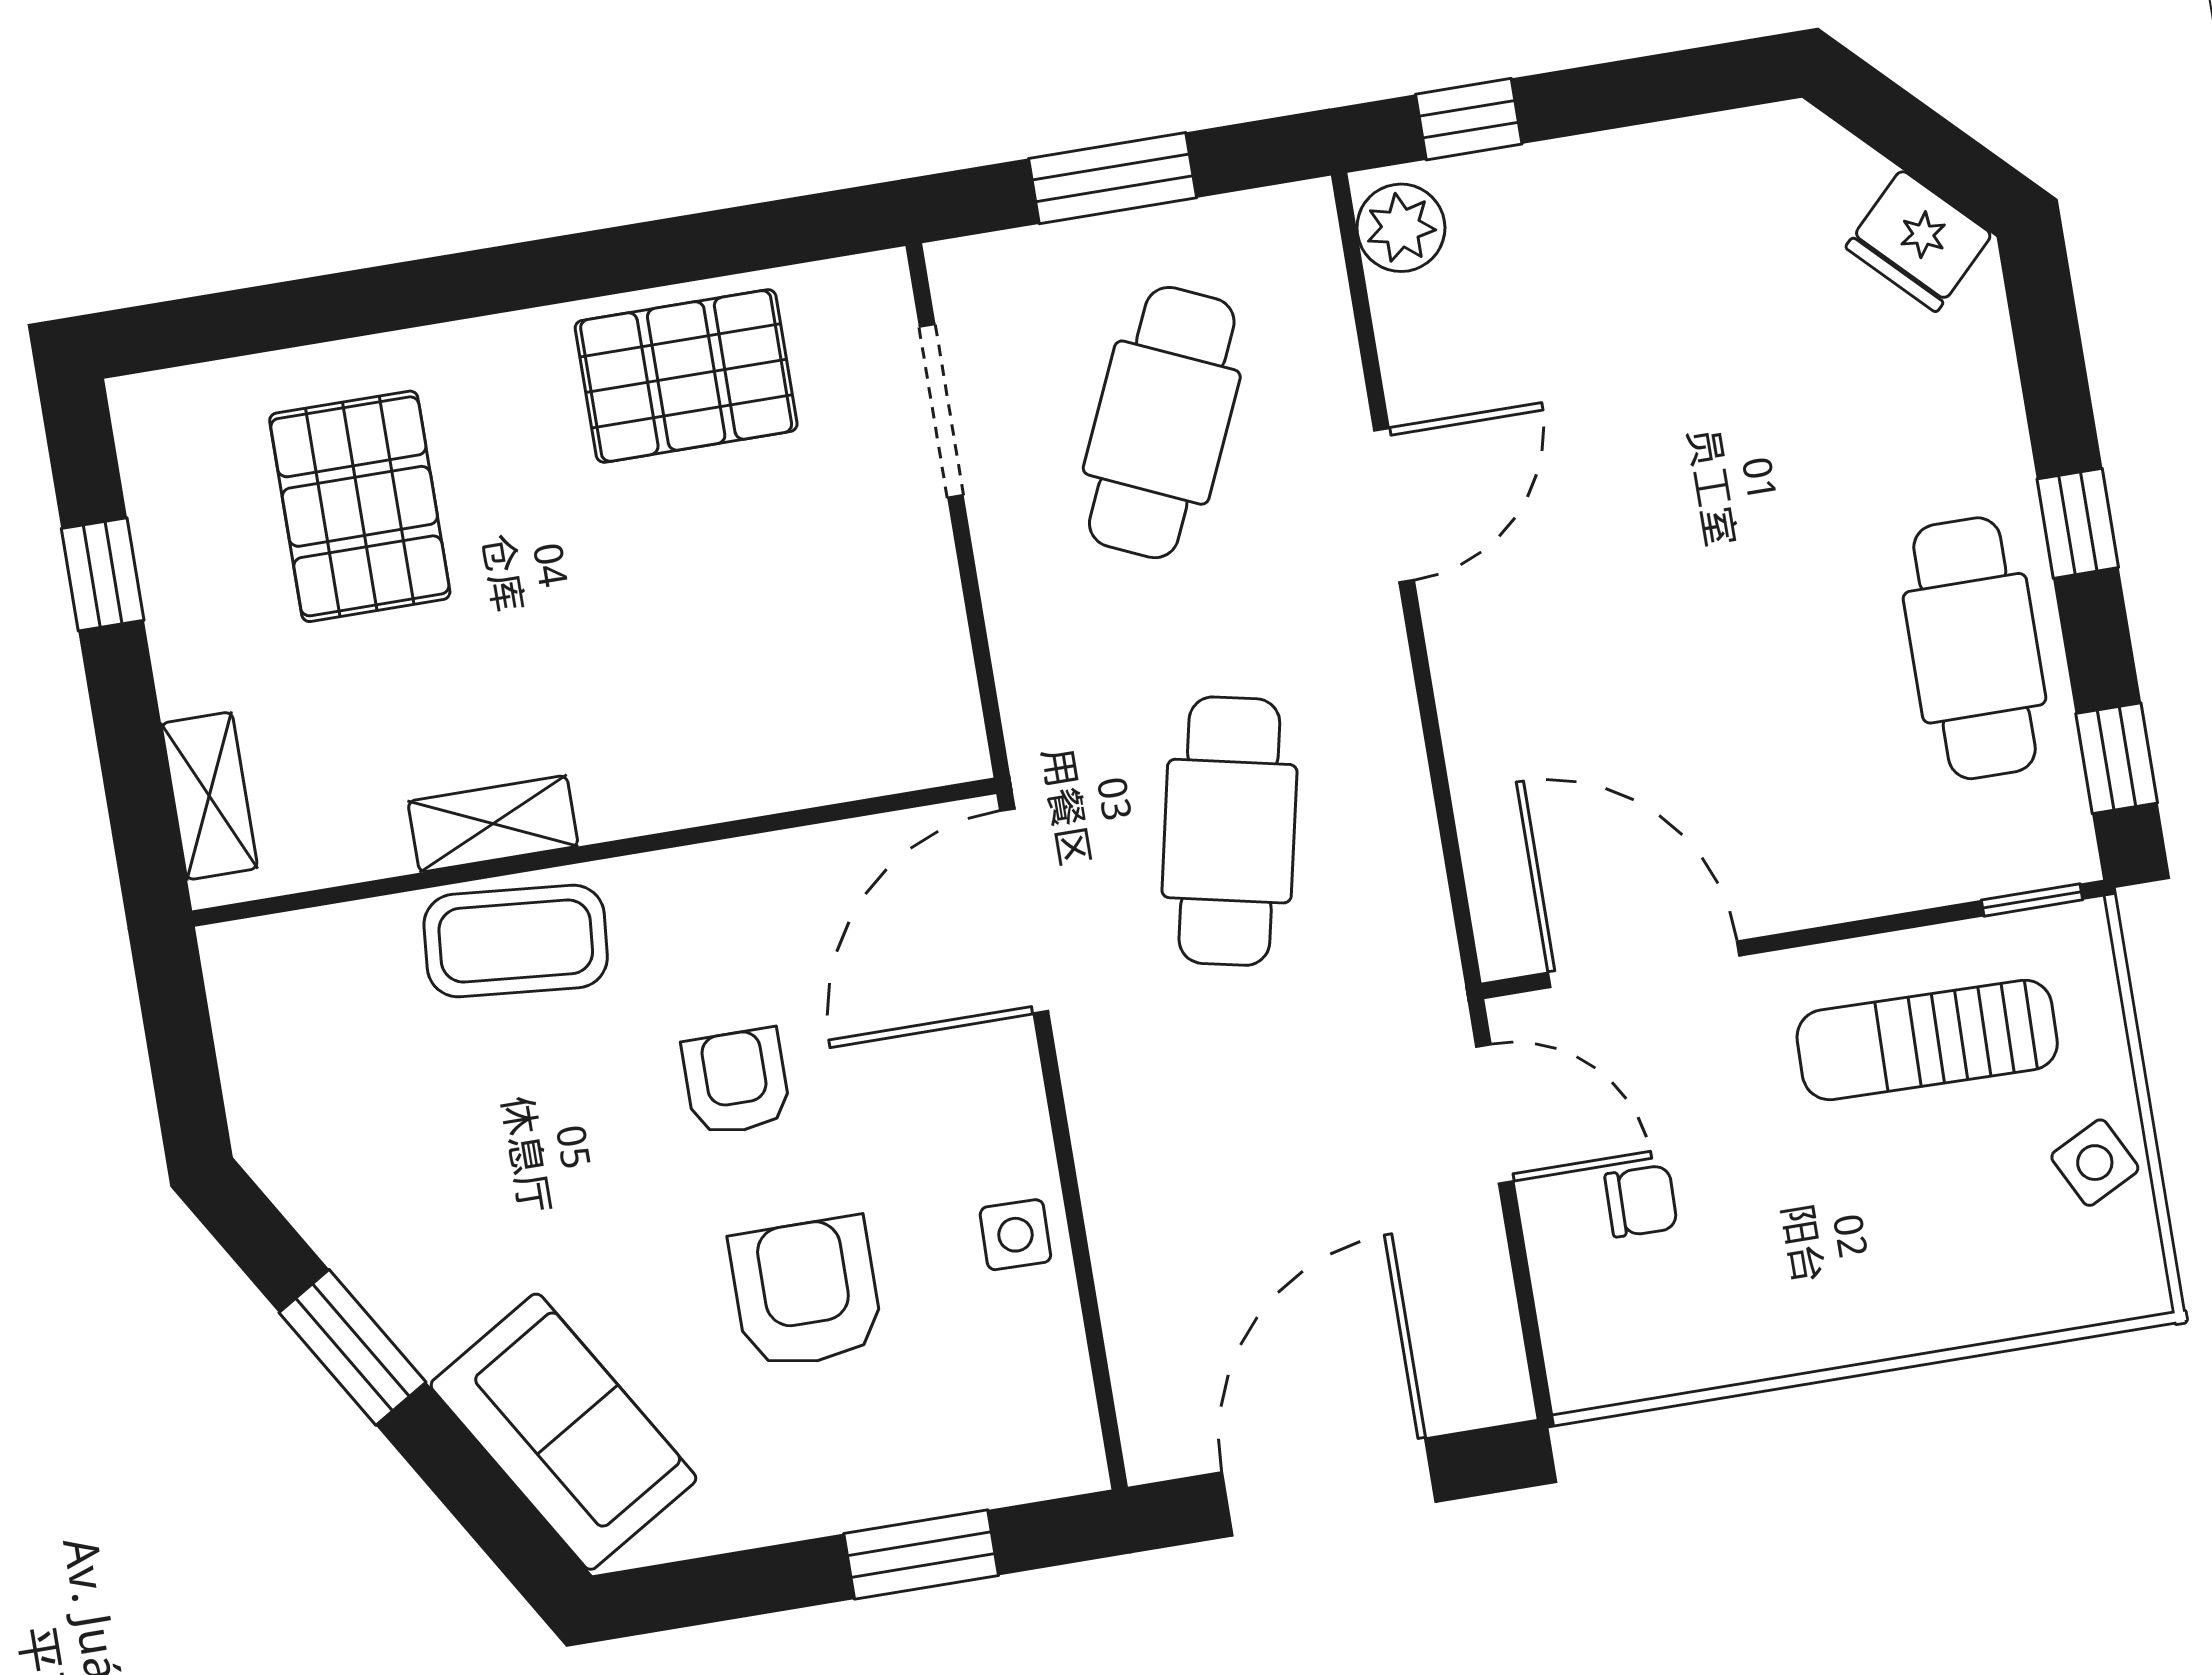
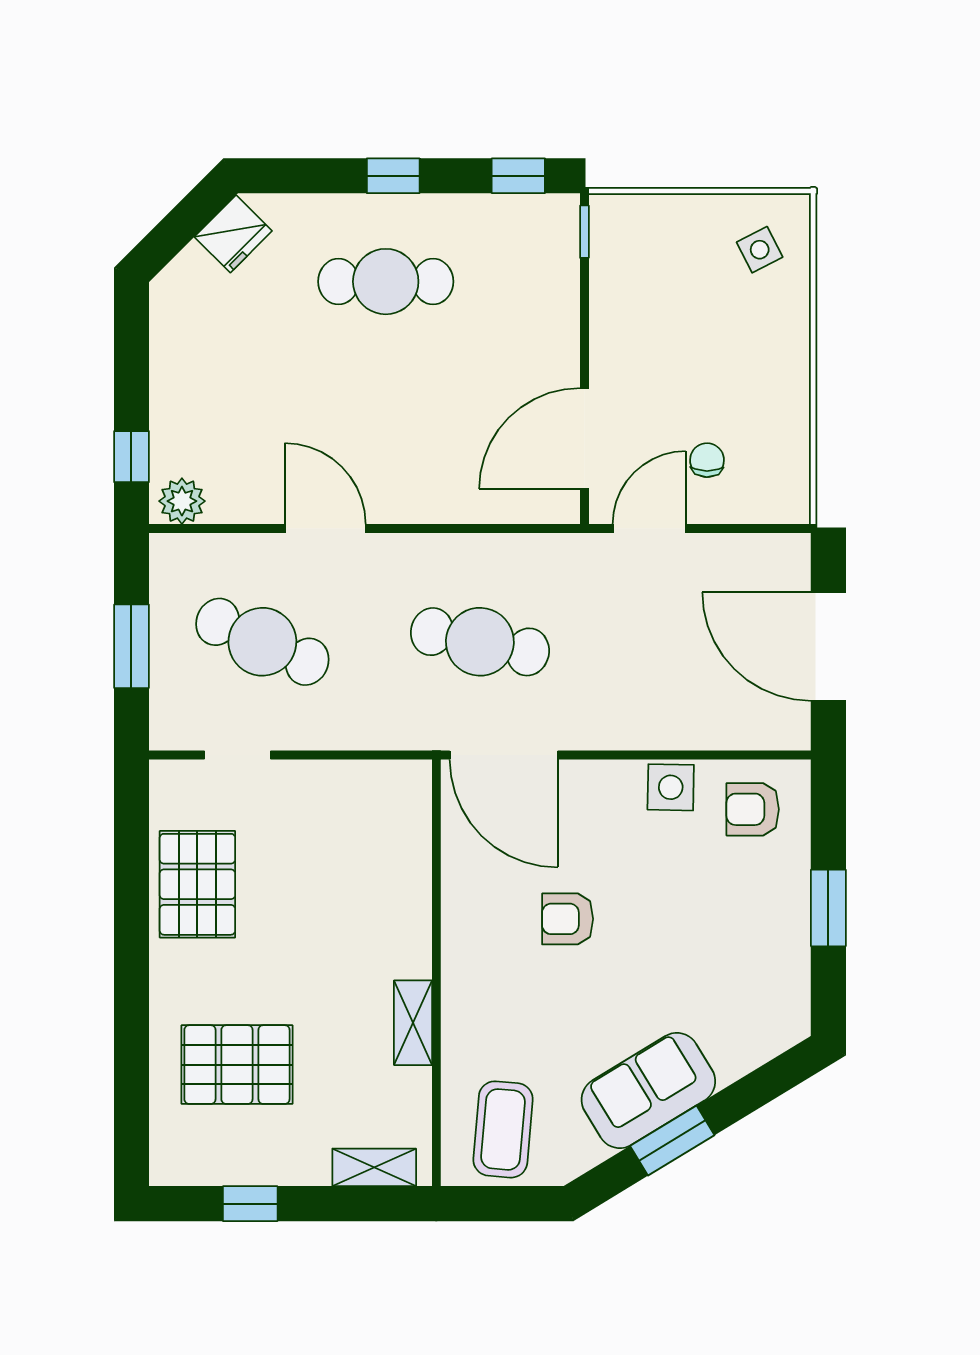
doorway: (941, 411) -> (237, 755), width x0.73
cafe table: (1975, 648) -> (386, 282), moved
coffee table: (516, 941) -> (503, 1129), moved
sun lounger: (1927, 1040) -> (648, 298), removed
side table: (2095, 1163) -> (760, 250), moved
side table: (1015, 1235) -> (671, 787), width x1.37, depth x1.37
armchair: (806, 1293) -> (753, 809), moved, width x0.72, depth x0.72
sofa: (563, 1432) -> (648, 1091), moved
window: (921, 1555) -> (828, 908), moved

